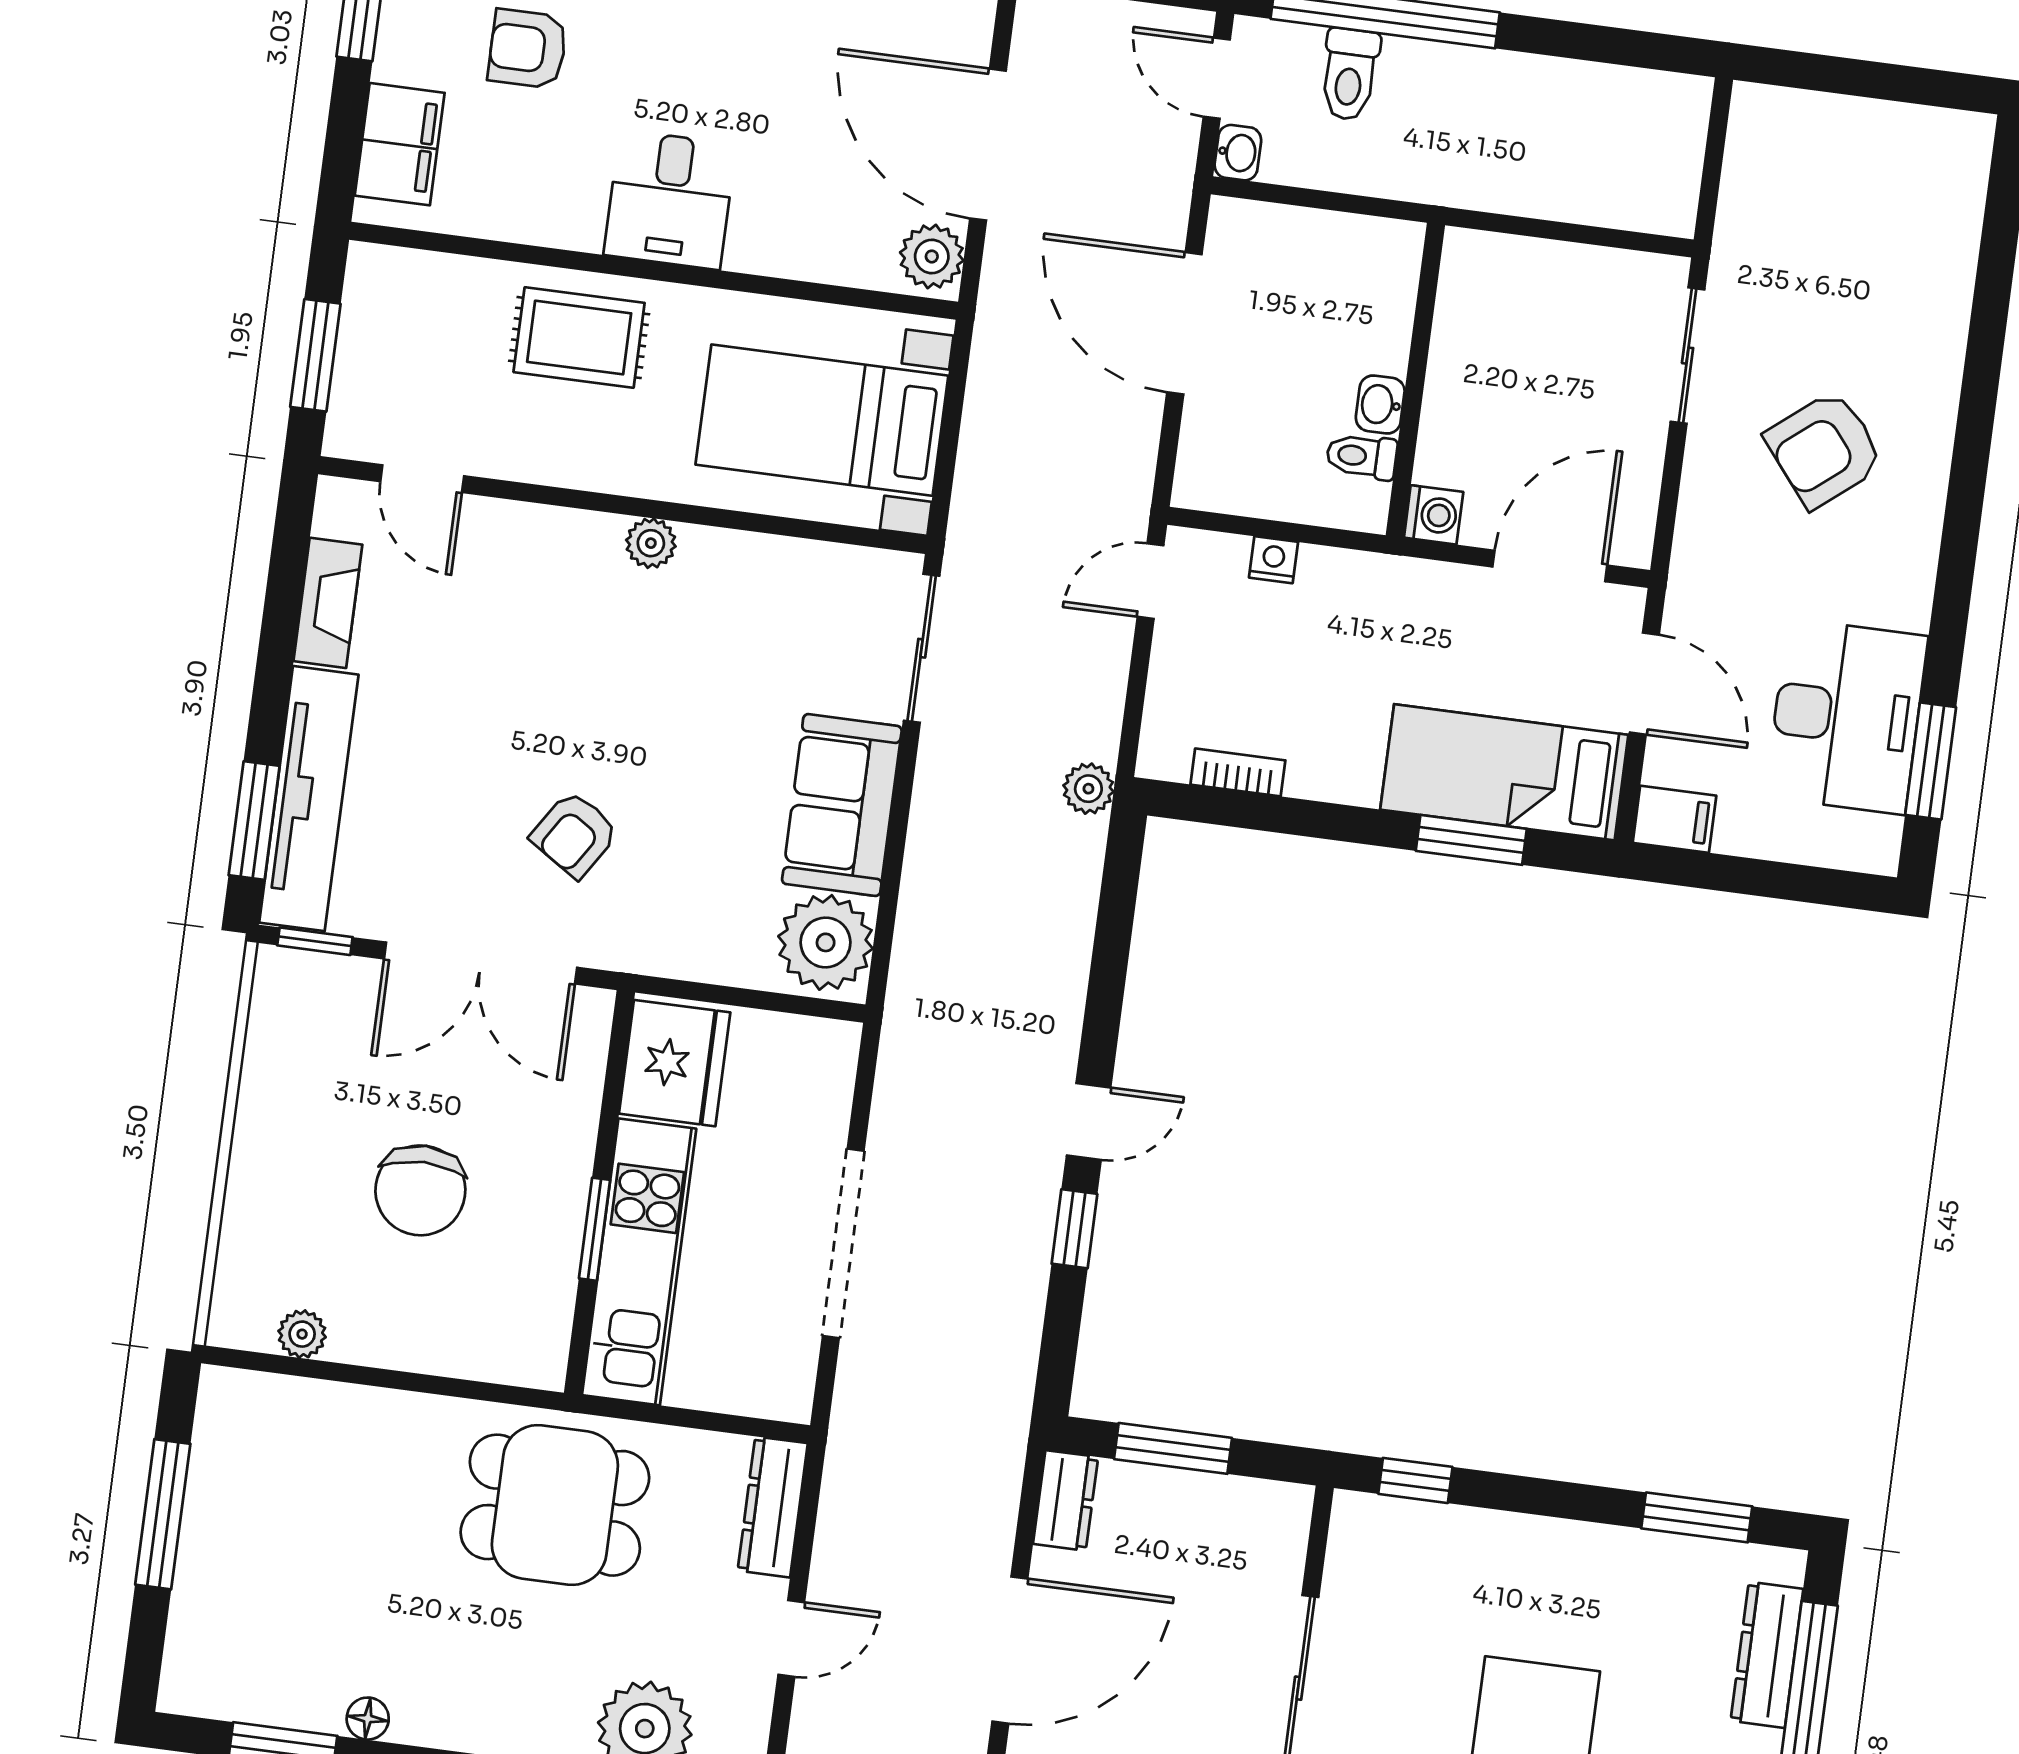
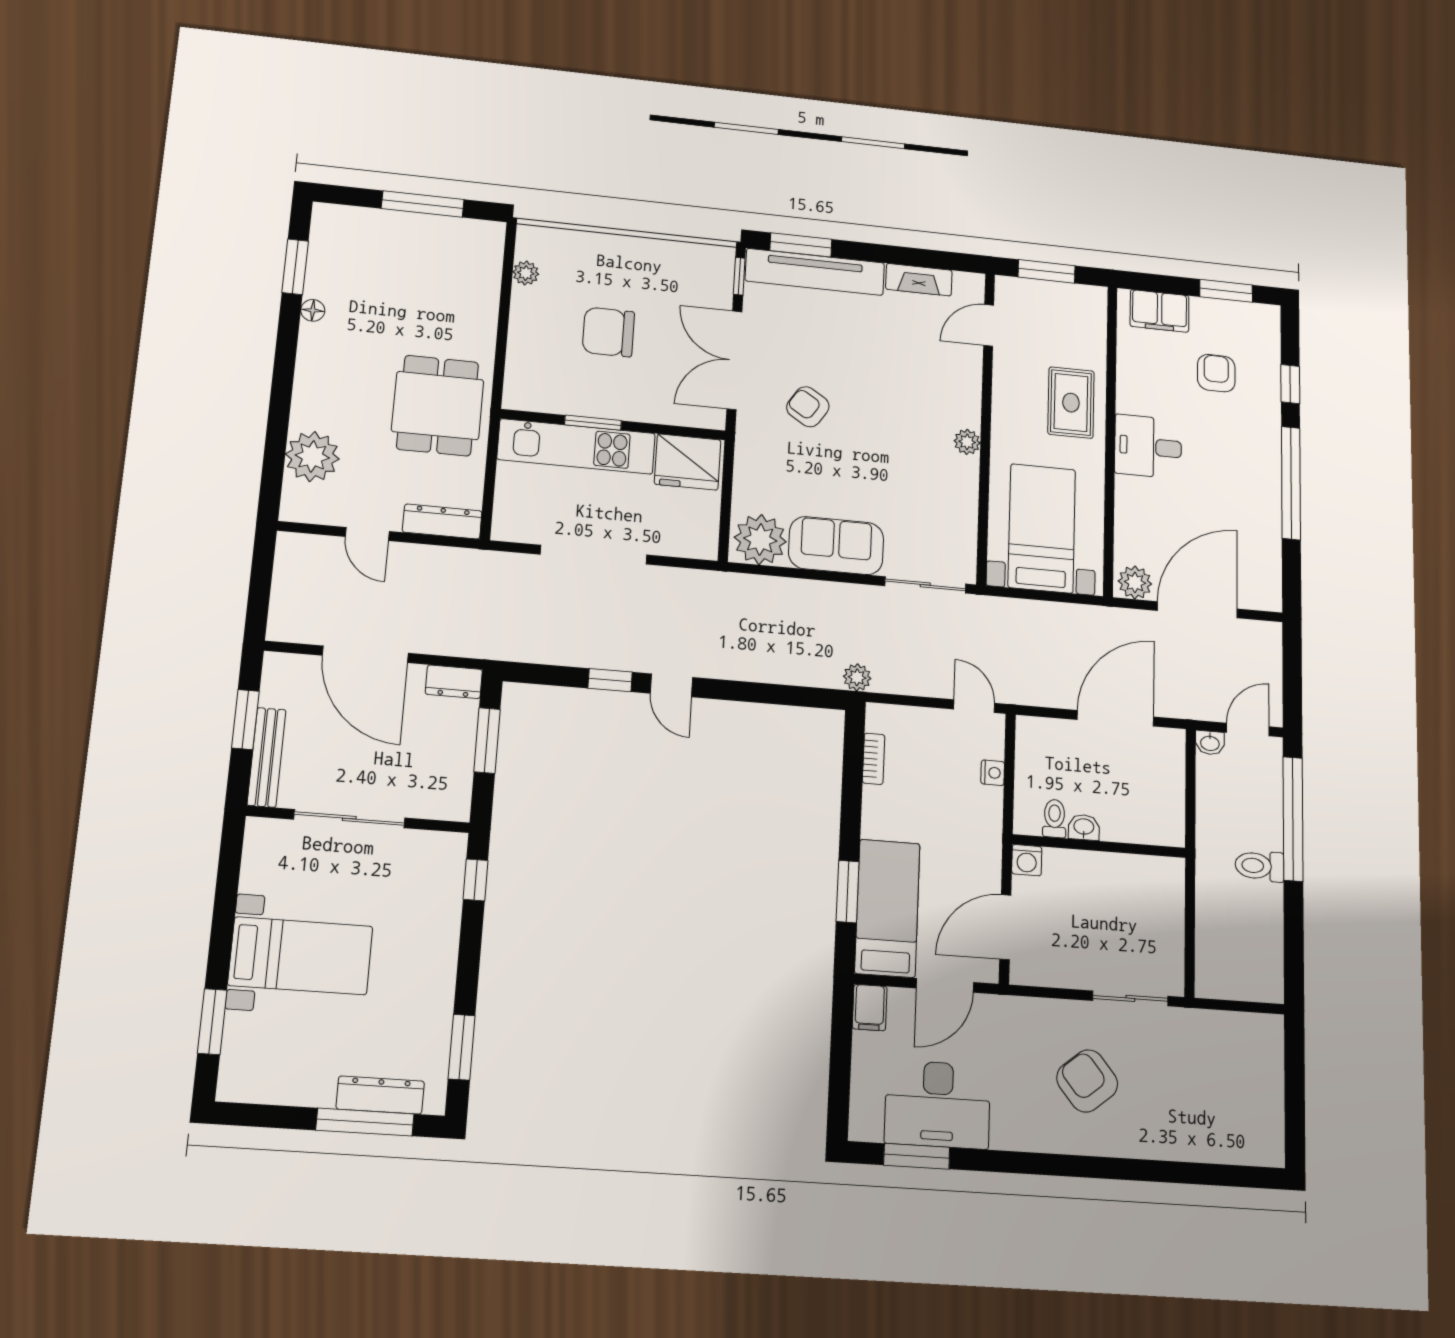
toilet: (1350, 74) -> (1259, 866), moved
door: (1550, 566) -> (1005, 927), swing flipped

